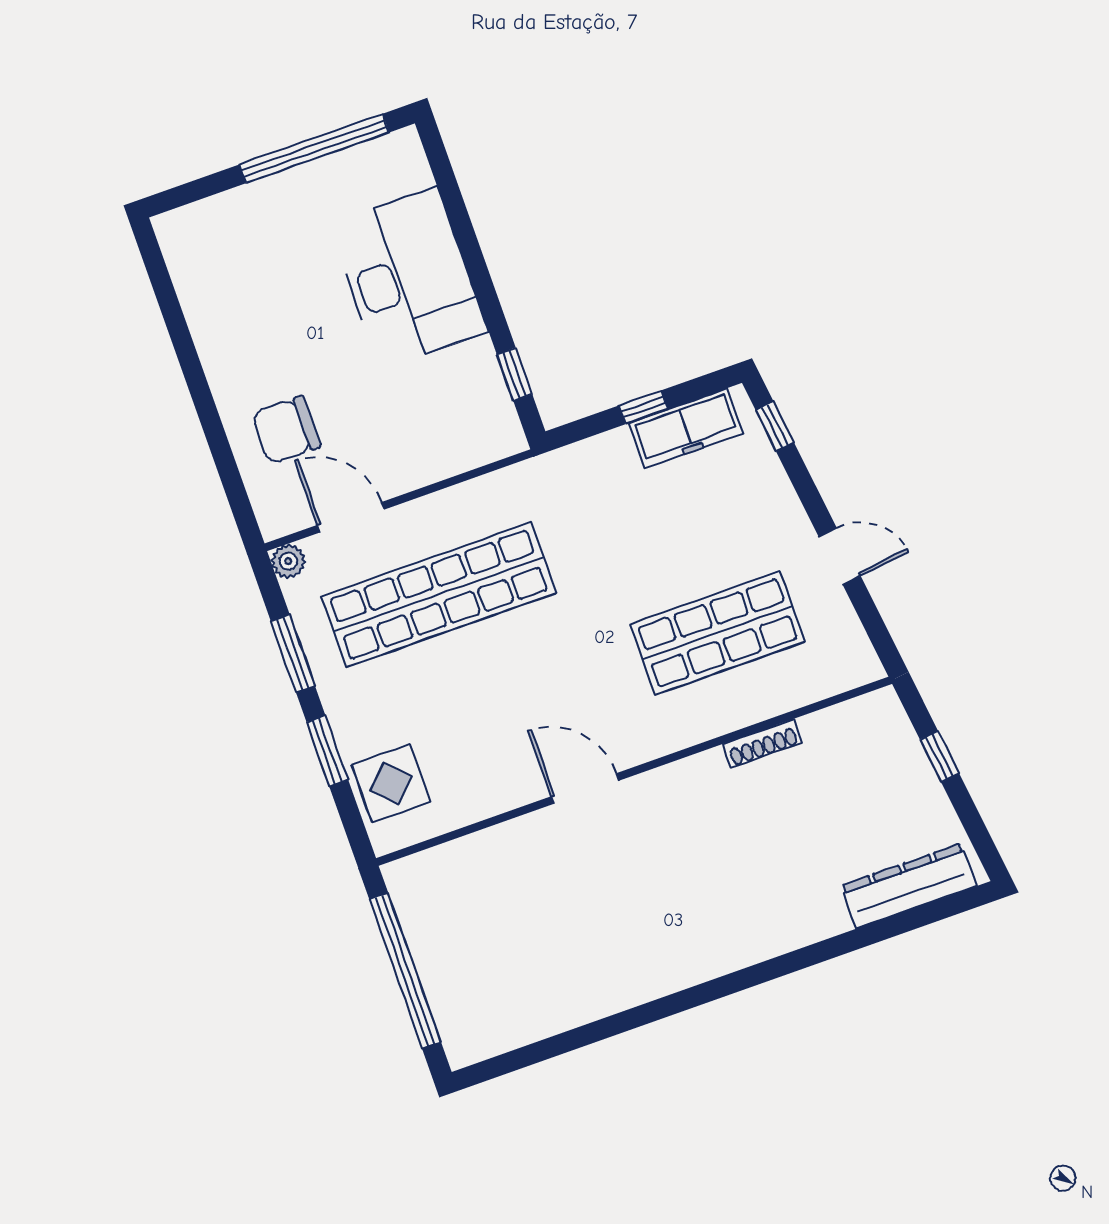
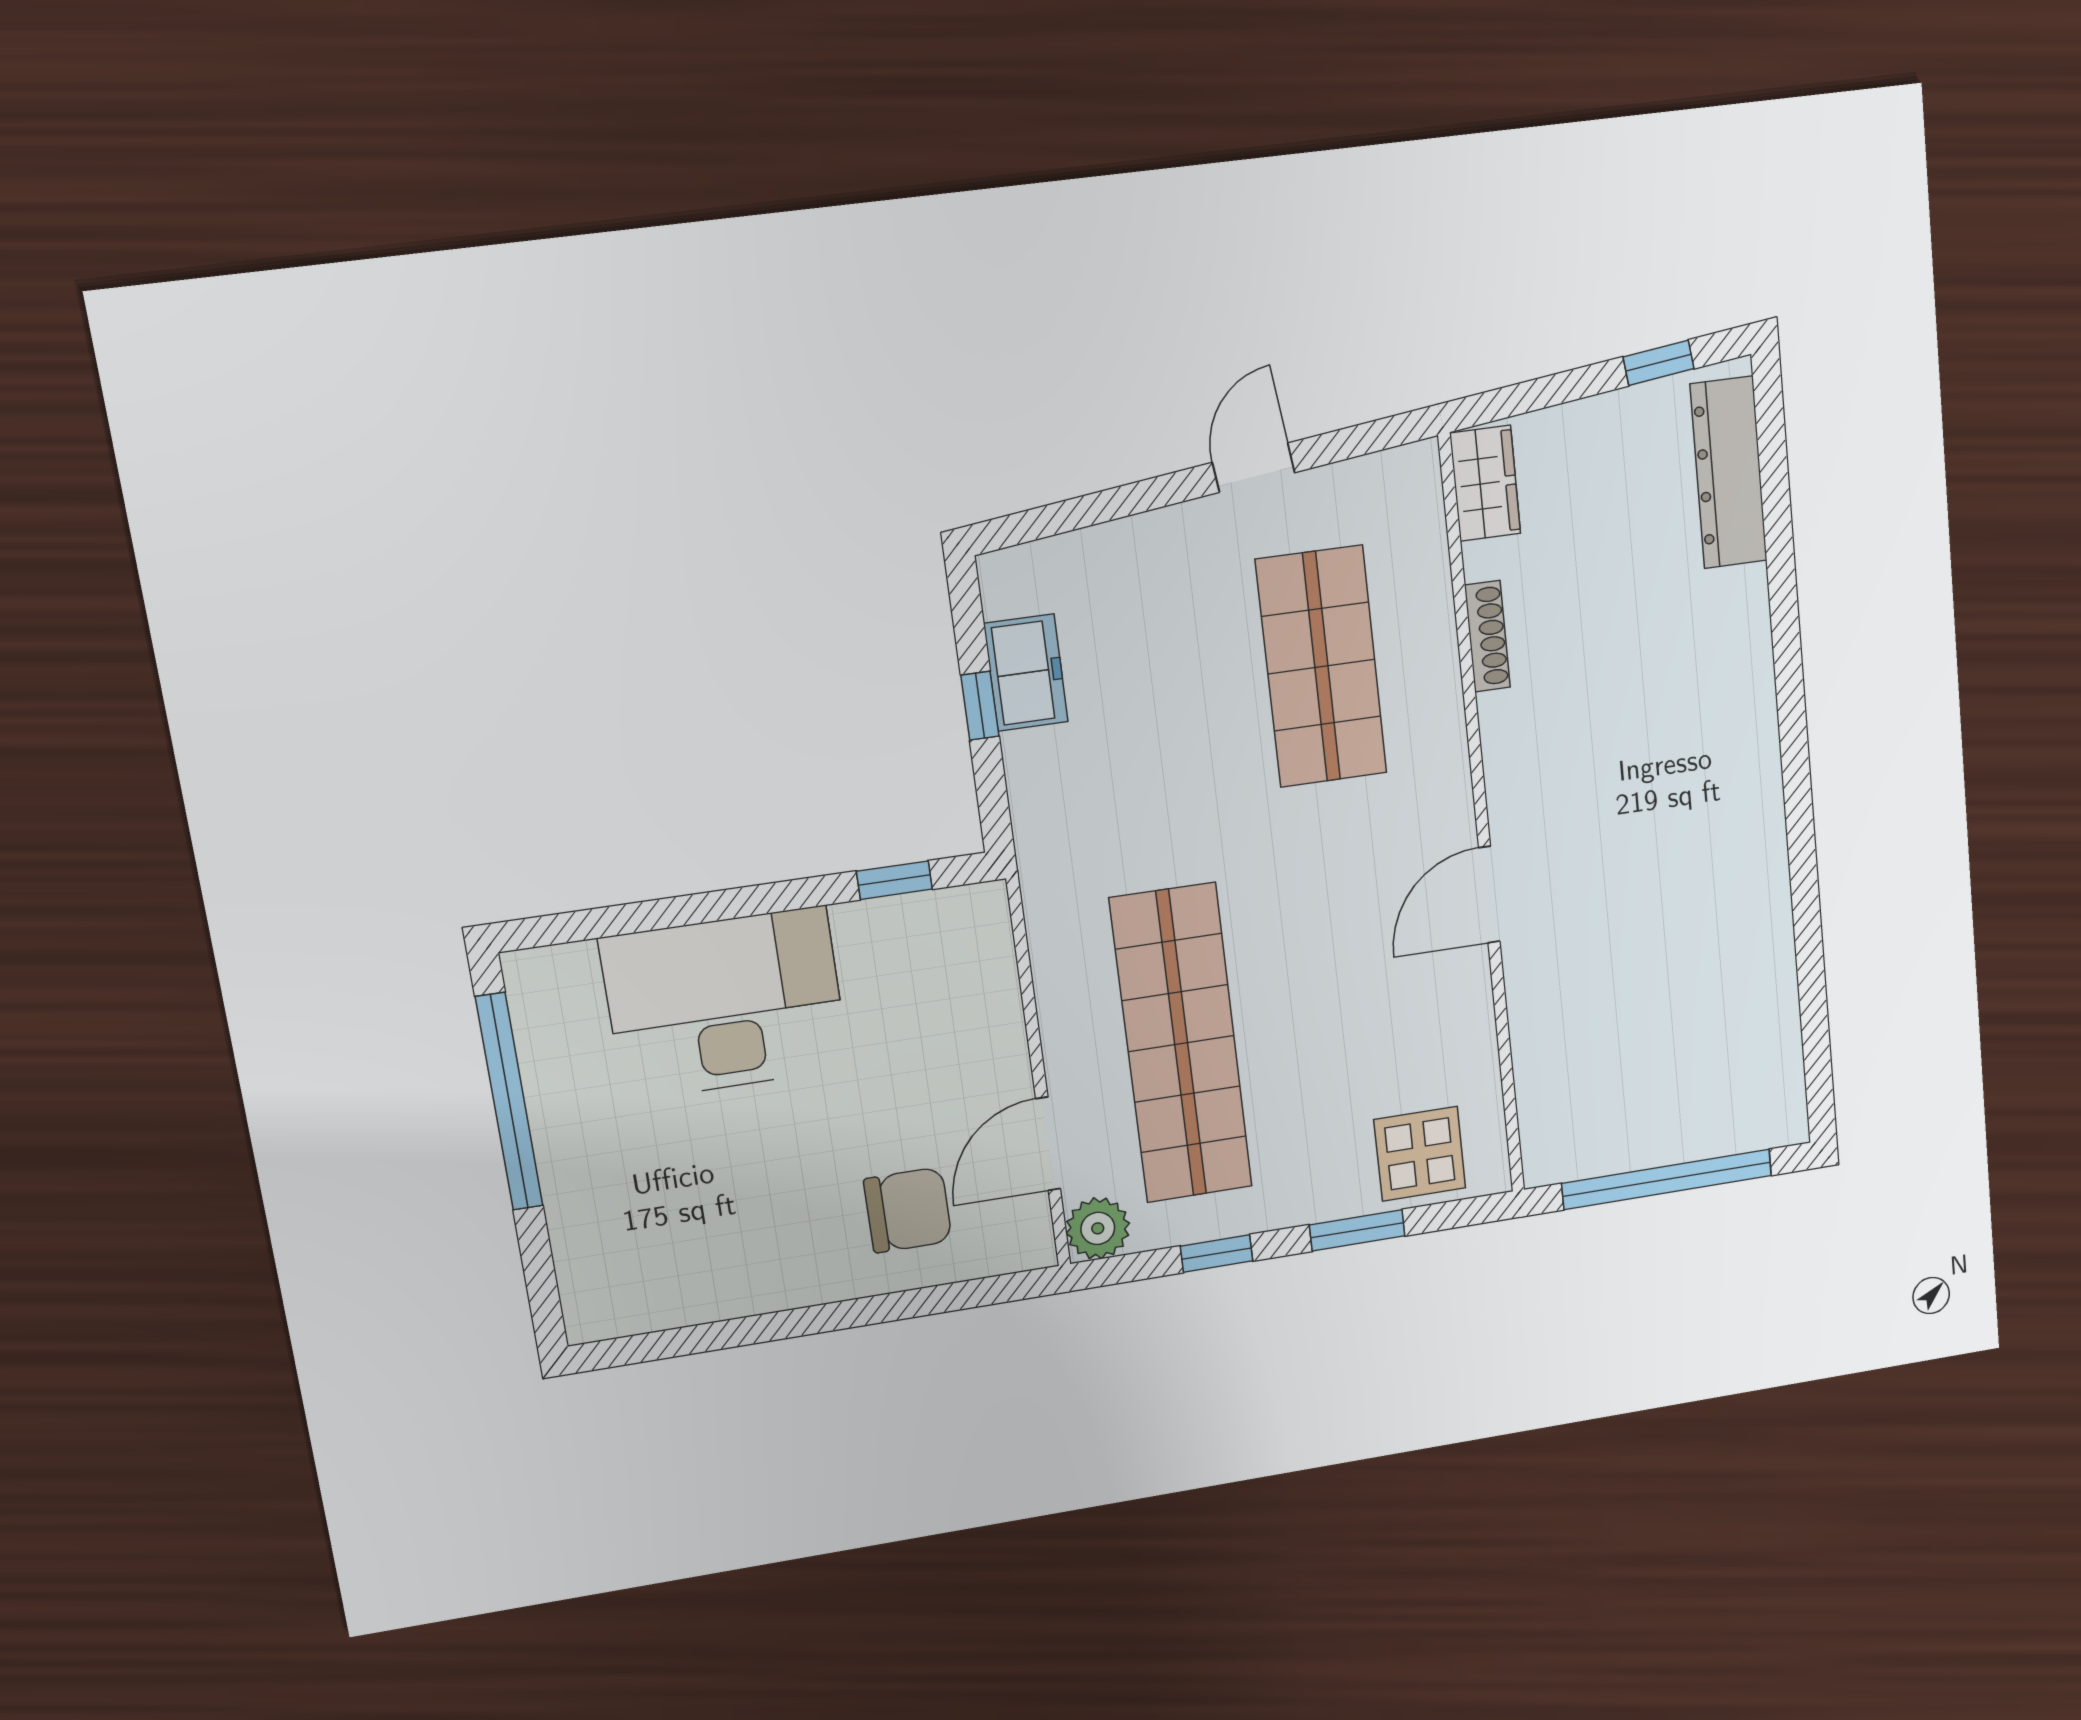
window: (775, 427) -> (1048, 521), removed
freezer: (686, 428) -> (1026, 673), width x0.71
chair: (286, 430) -> (908, 1210), turned -90
plant: (288, 561) -> (1098, 1228), width x1.38, depth x1.38
window: (293, 653) -> (1217, 1254), width x0.67
wardrobe: (864, 717) -> (1485, 483), added
window: (940, 757) -> (1659, 363), moved

